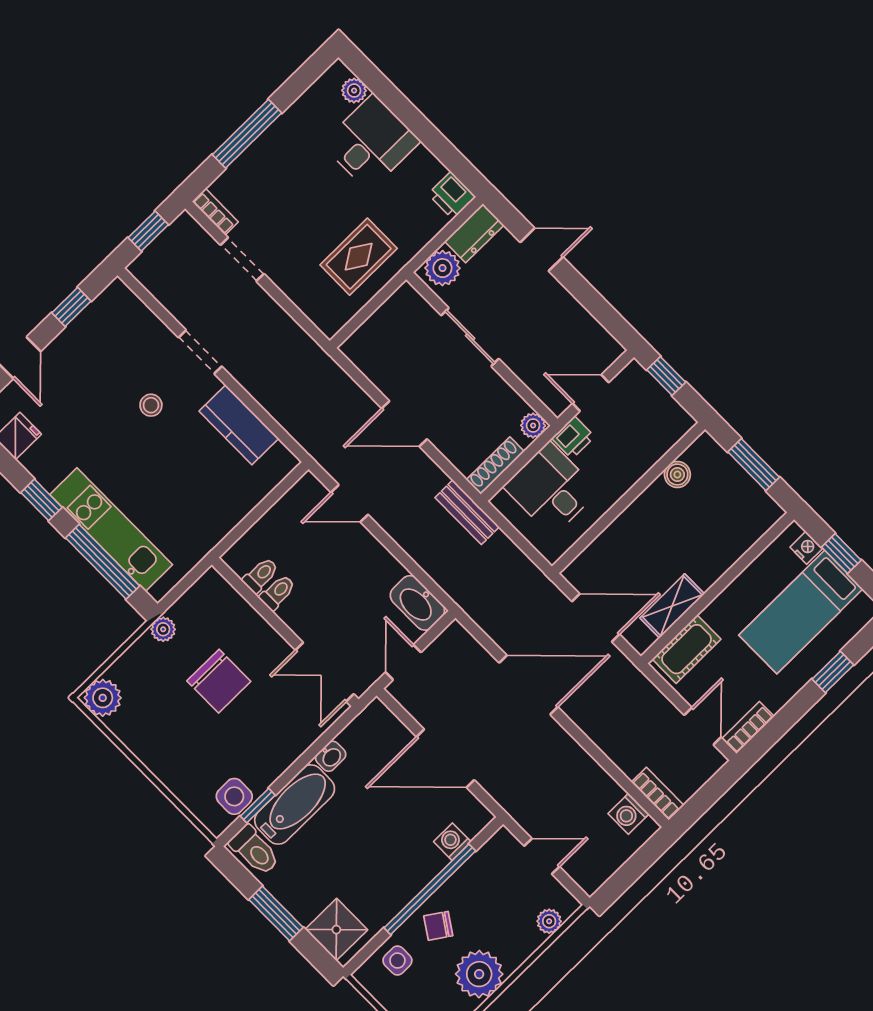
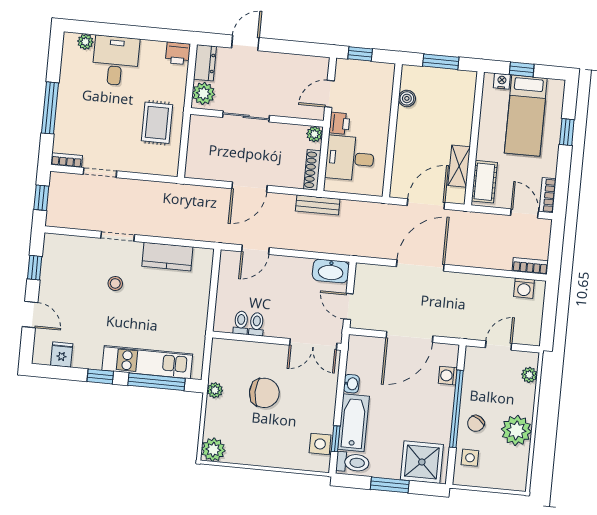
shower: (336, 930) -> (422, 462), width x1.36, depth x1.36

